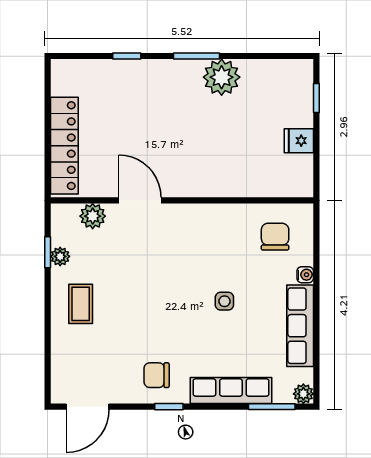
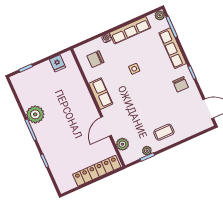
fridge: (299, 141) -> (57, 63), moved
row of seats: (206, 218) -> (101, 94), added

